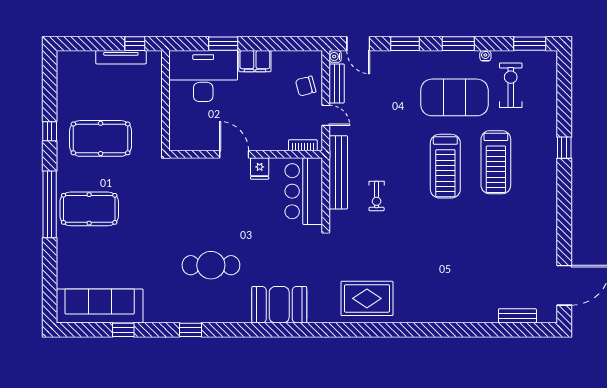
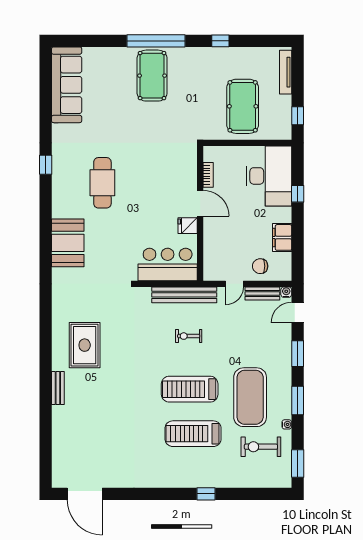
window: (223, 44) -> (298, 194), width x0.67
tv unit: (121, 57) -> (286, 72), moved
filing cabinet: (255, 61) -> (282, 237), moved
exercise bike: (511, 85) -> (261, 447), turned 180
chair: (306, 86) -> (260, 266), turned -75
pool table: (101, 138) -> (243, 106), moved
bookcase: (303, 145) -> (208, 175), moved
door: (234, 154) -> (200, 203), hinge flipped
exercise bike: (377, 196) -> (189, 336), moved
rug: (367, 298) -> (85, 345), moved
bench: (517, 316) -> (58, 388), moved
window: (123, 330) -> (46, 106), removed

